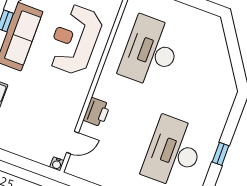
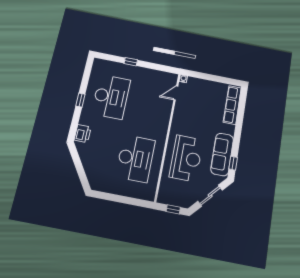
printer: (97, 112) -> (83, 134), moved, turned 180

